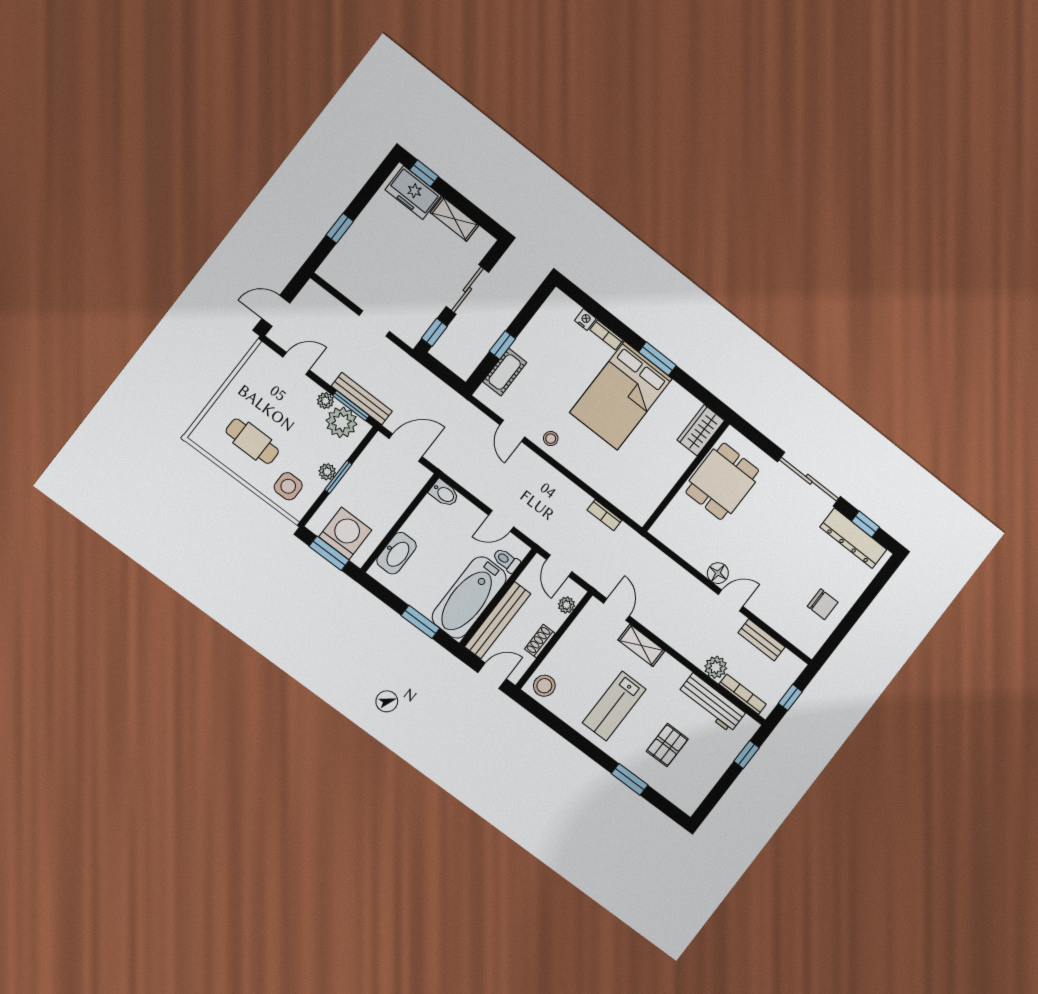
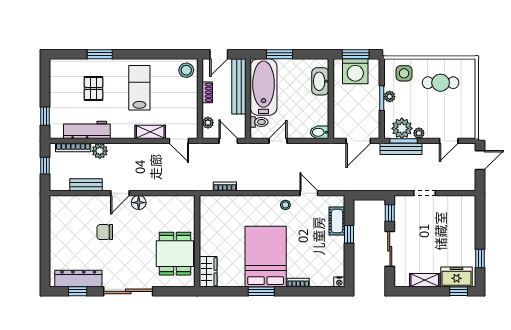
window: (340, 228) -> (480, 259), moved
nightstand: (585, 319) -> (339, 282), moved
chair: (823, 604) -> (105, 232), moved

